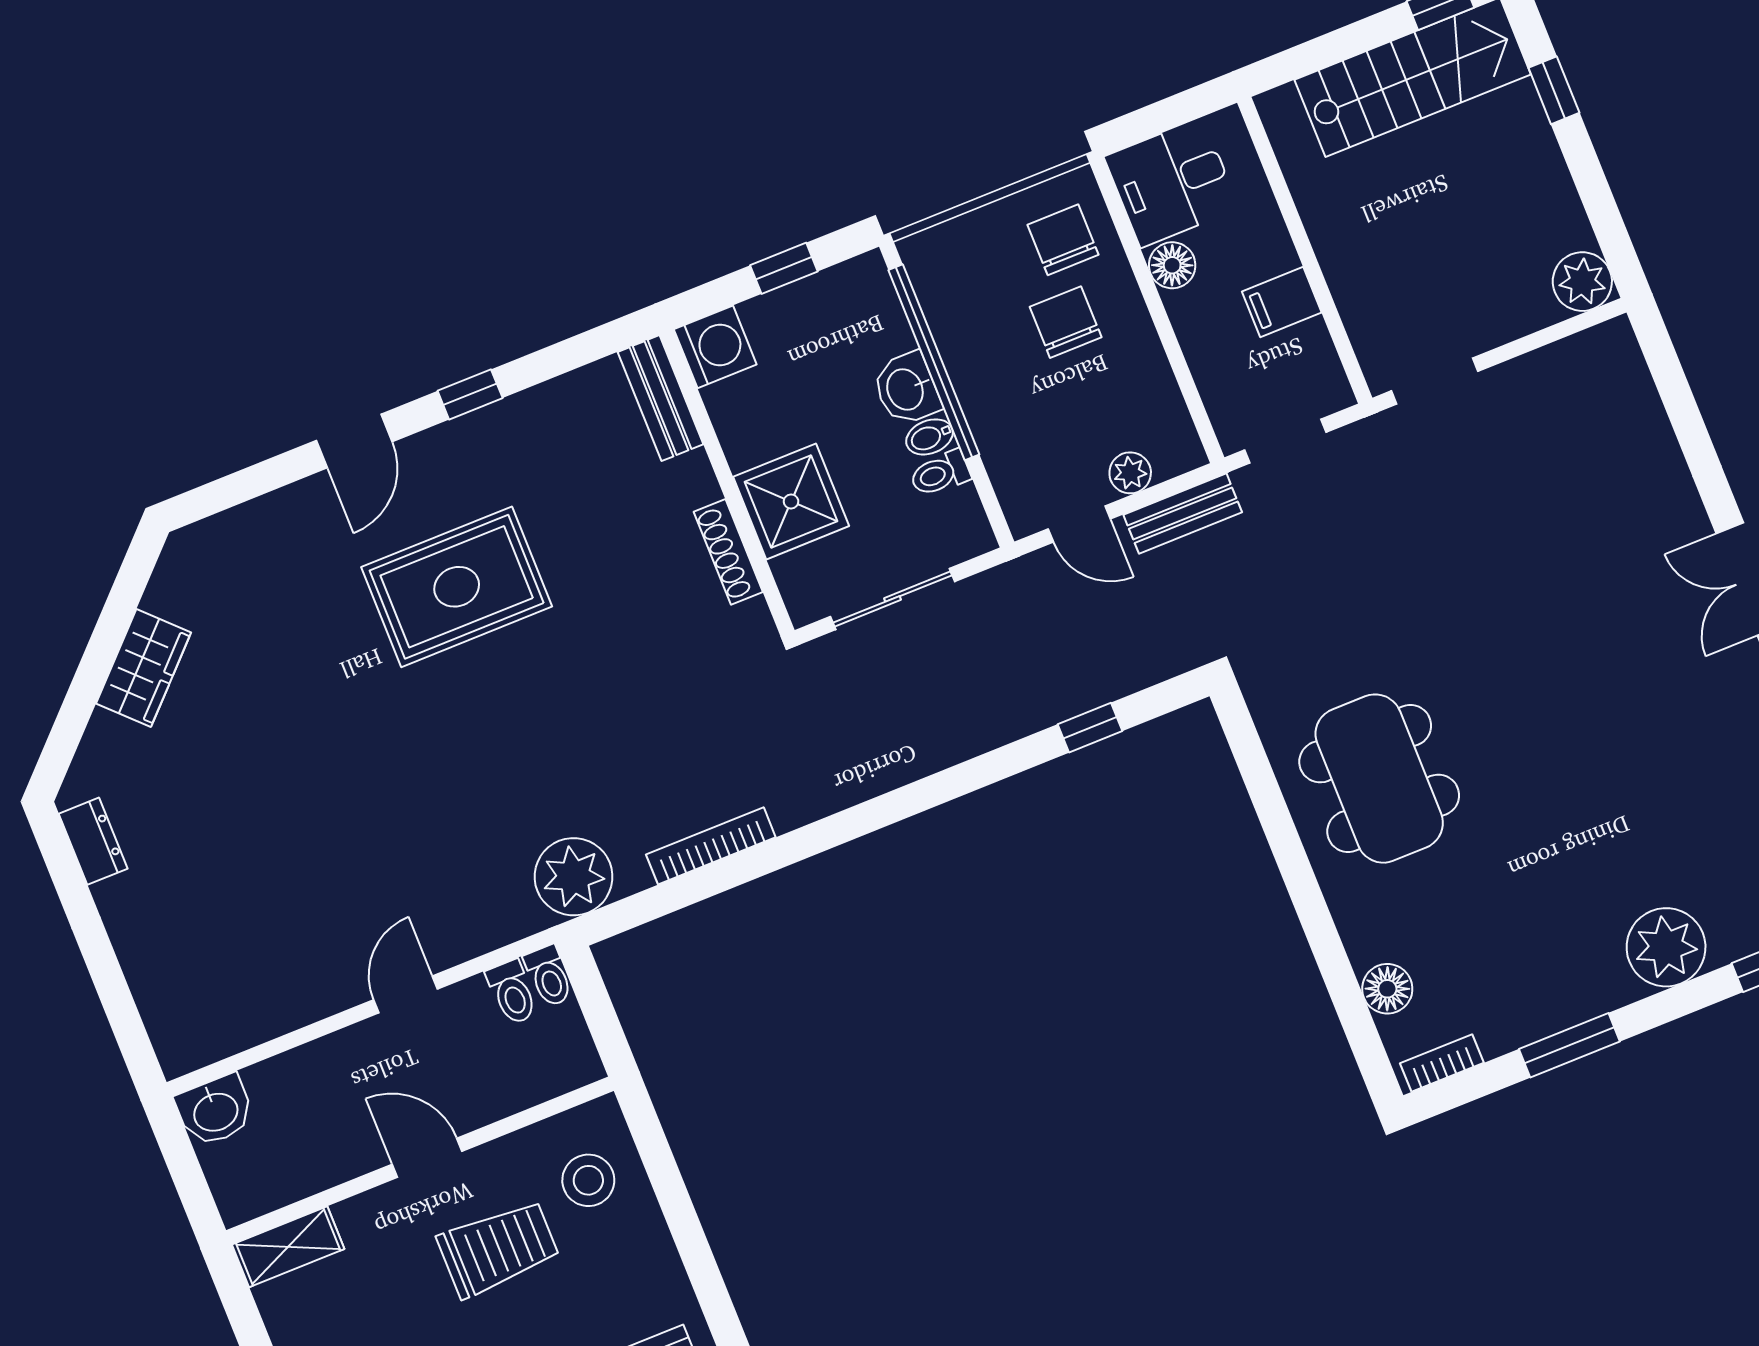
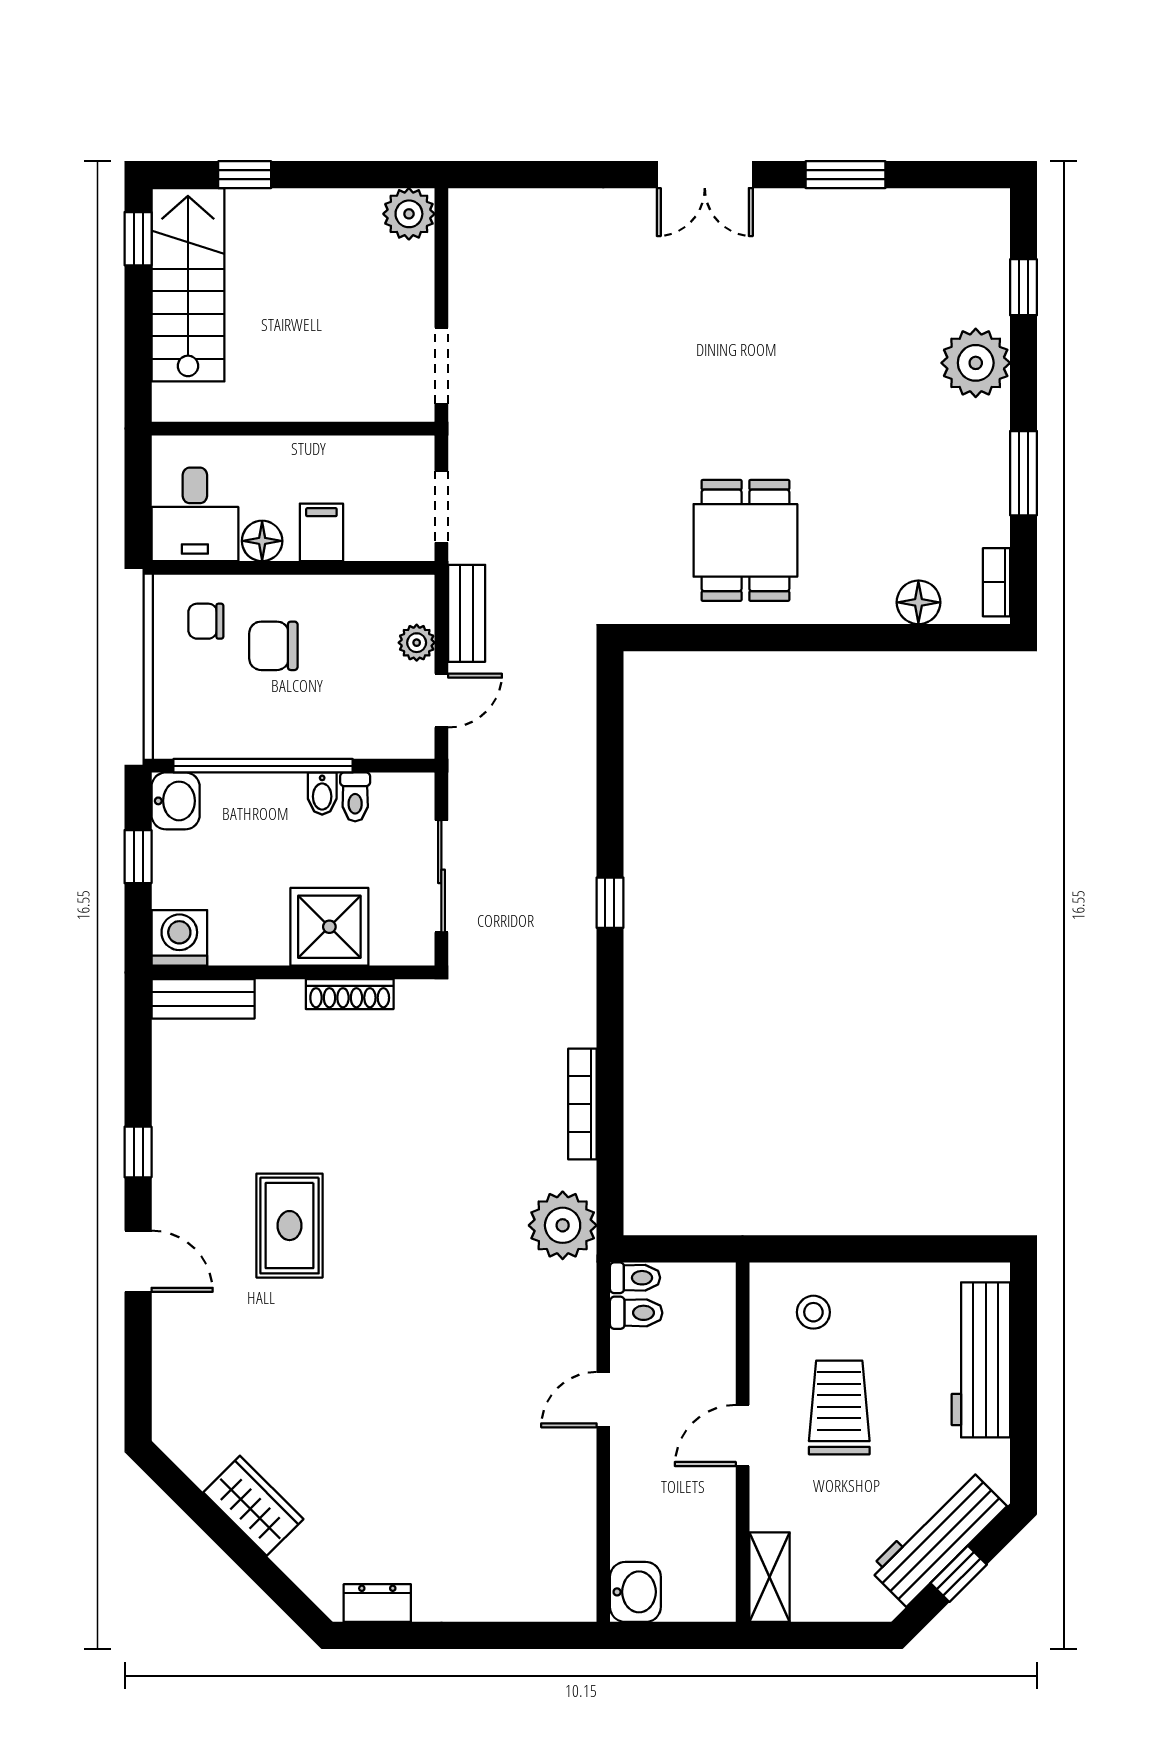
chair: (1063, 240) -> (206, 621), width x0.73, depth x0.73
filing cabinet: (1282, 302) -> (321, 532), moved, turned 180
washbasin: (907, 389) -> (176, 801), moved, turned -90
rug: (457, 587) -> (290, 1226), width x0.73, depth x0.70
window: (1090, 728) -> (610, 903), moved
dining table: (1379, 779) -> (745, 540), width x0.73
door: (406, 994) -> (603, 1400), hinge flipped
stool: (588, 1180) -> (813, 1312), width x0.73, depth x0.73

